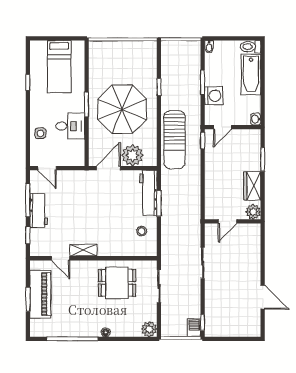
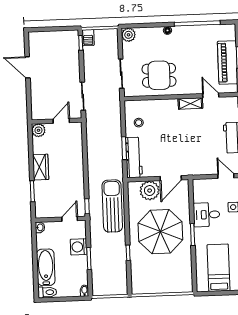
plant: (253, 212) -> (38, 130), moved
door: (227, 221) -> (61, 121), moved
wall: (233, 221) -> (57, 121), moved

